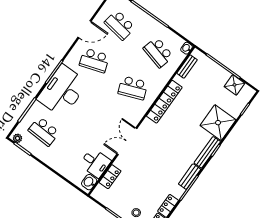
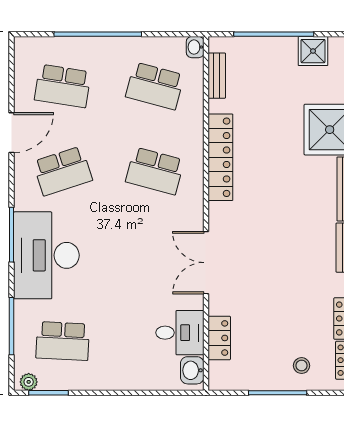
school desk: (133, 88) -> (155, 171), turned 36

